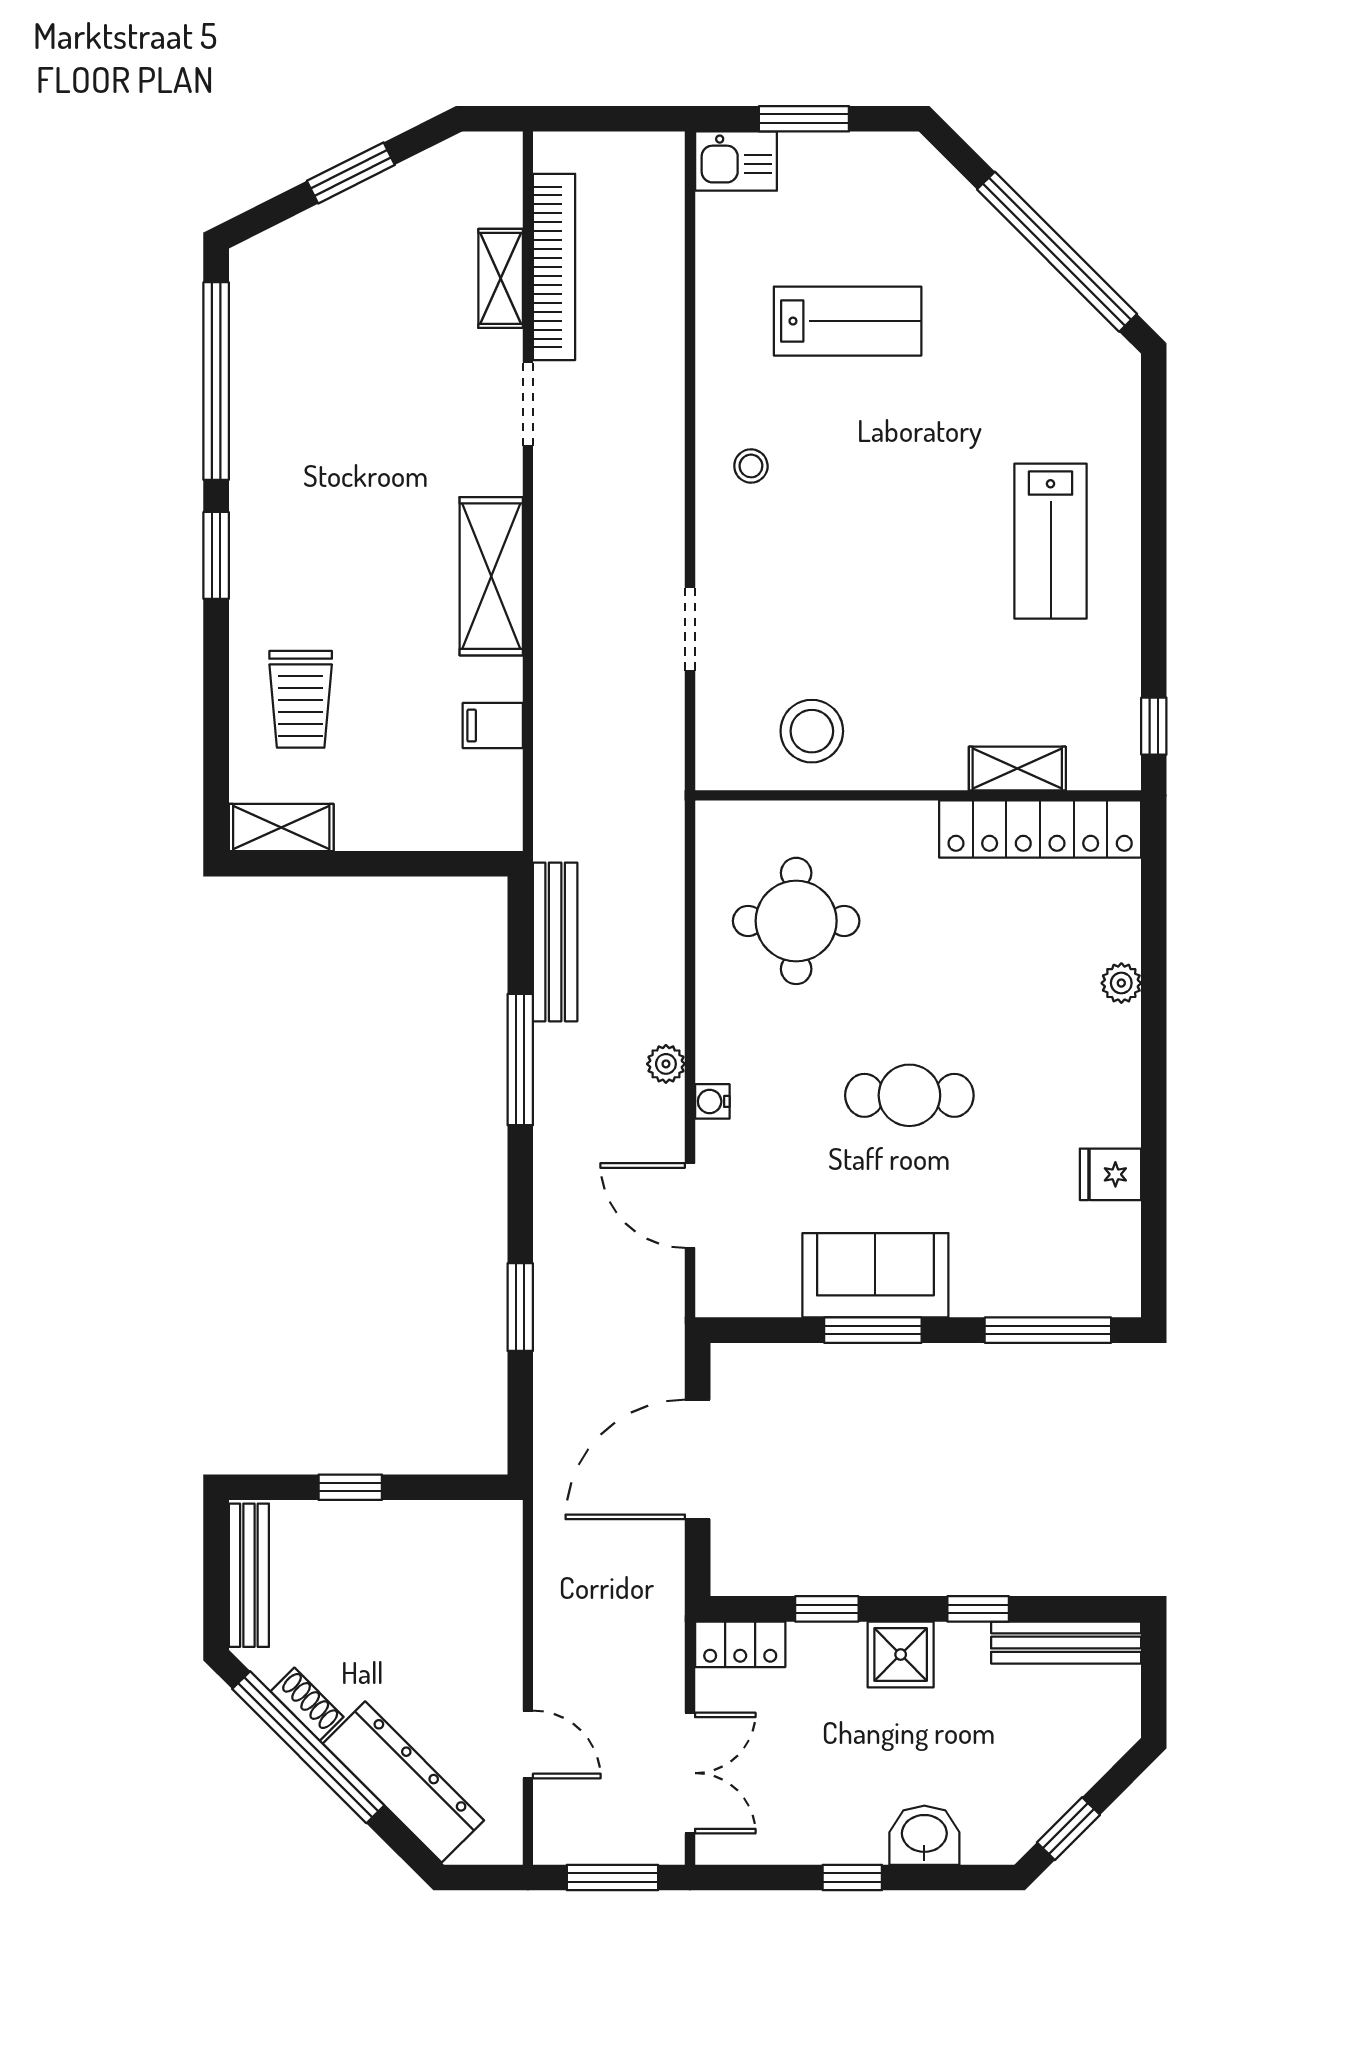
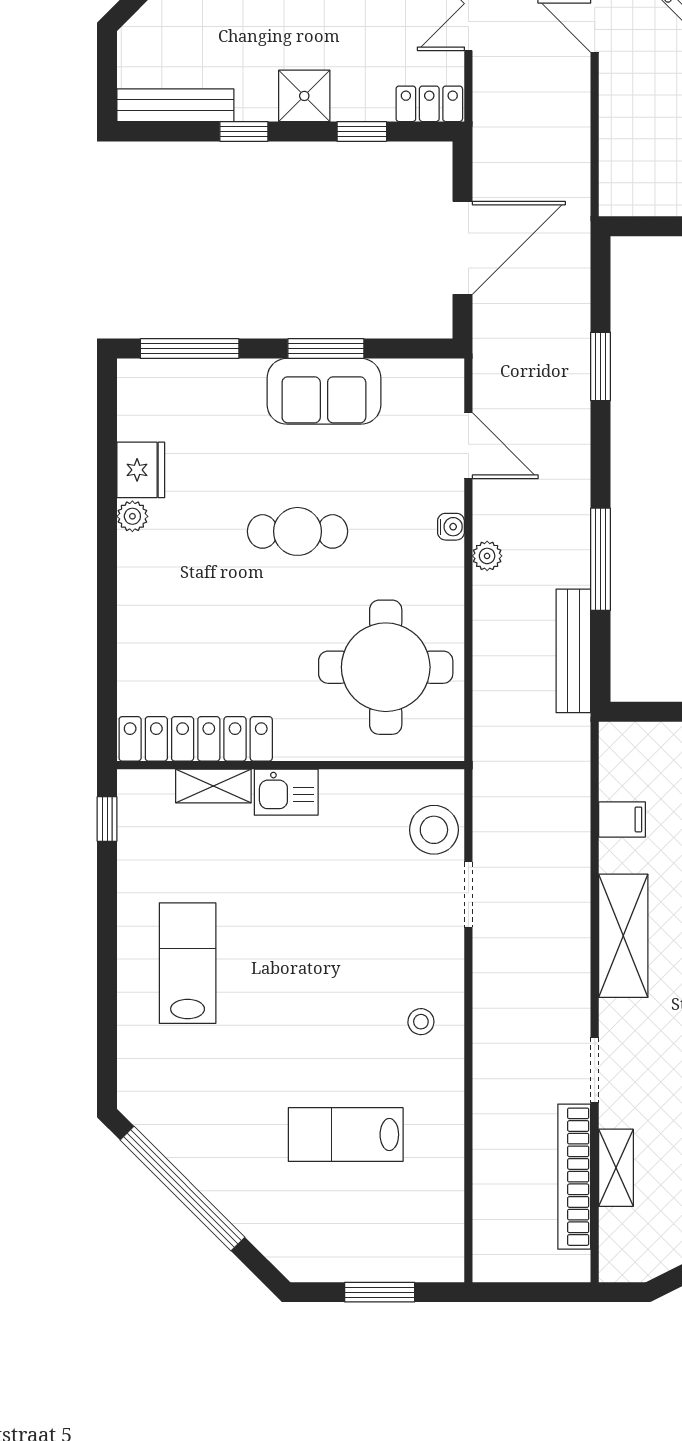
kitchen sink: (736, 161) -> (286, 792), moved, turned 180
stool: (812, 731) -> (434, 830), moved
round table: (796, 921) -> (386, 667), width x1.36, depth x1.36
plant: (1121, 983) -> (132, 516), moved
fridge: (1110, 1174) -> (141, 470), width x1.38

